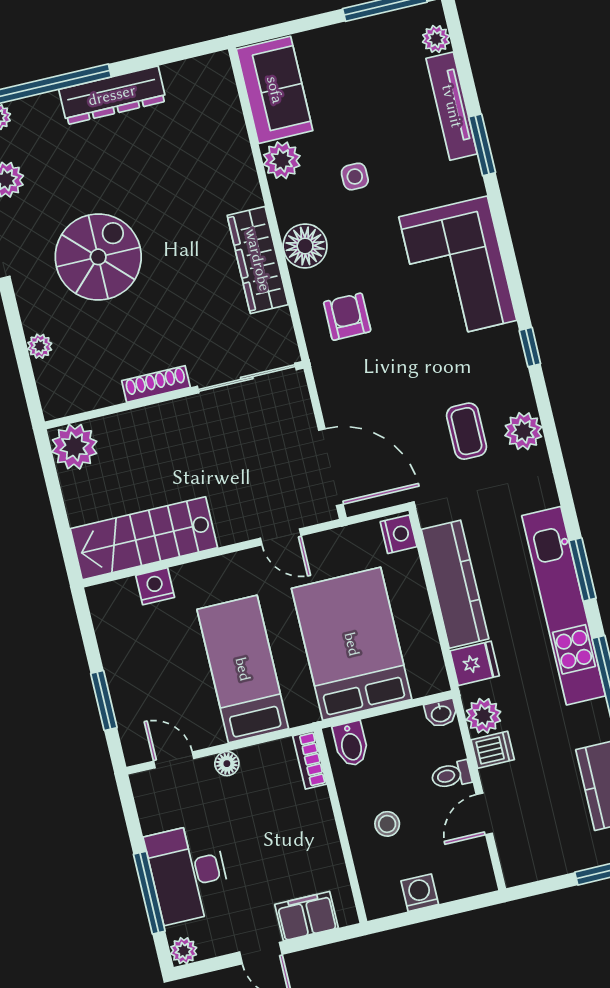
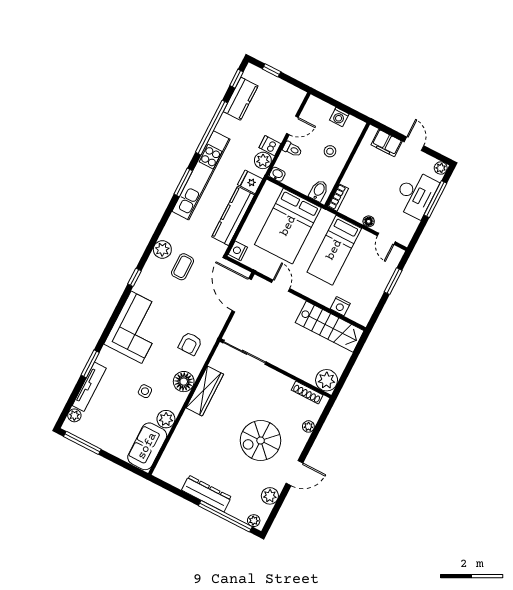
shoe rack: (156, 384) -> (307, 393), moved

